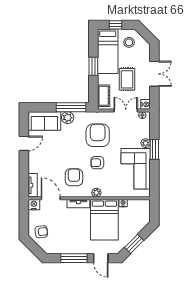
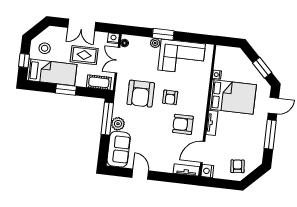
double door: (154, 74) -> (82, 25), swing flipped
armchair: (98, 135) -> (141, 94), turned -90
plant: (96, 193) -> (202, 102), removed

